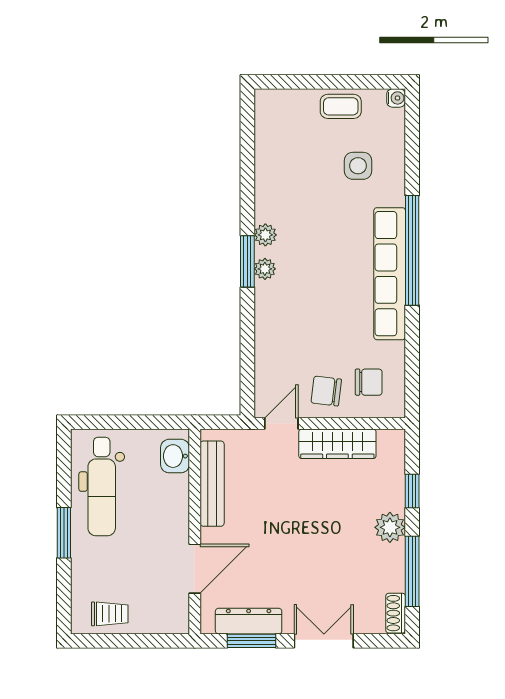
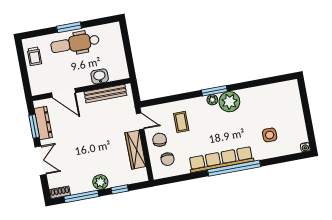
coffee table: (341, 106) -> (181, 122), moved
plant: (265, 235) -> (229, 102), width x1.88, depth x1.88
washbasin: (175, 456) -> (100, 76), moved
dental chair: (102, 486) -> (75, 43), moved

